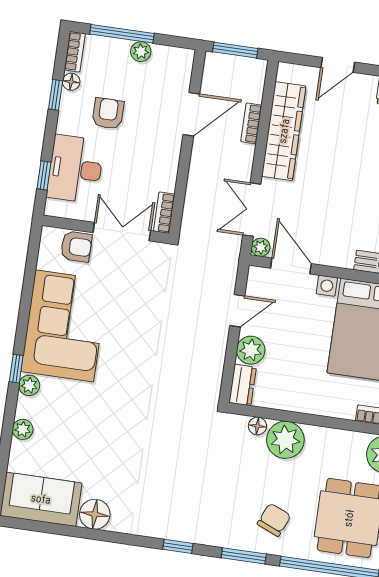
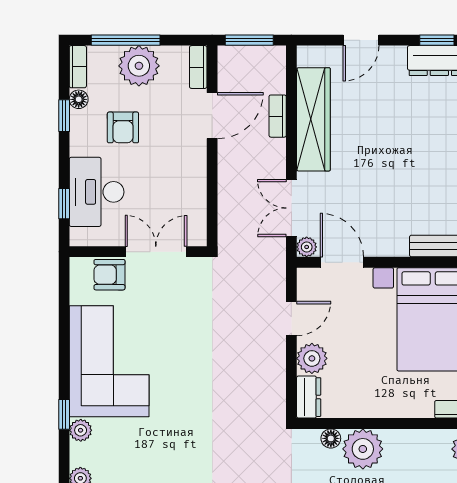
plant: (141, 52) -> (139, 66), width x1.87, depth x1.87
armchair: (108, 113) -> (123, 127), turned 180
bookcase: (164, 213) -> (198, 67), moved
armchair: (76, 247) -> (109, 275), turned 180

